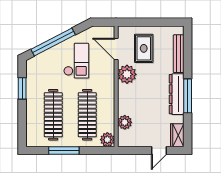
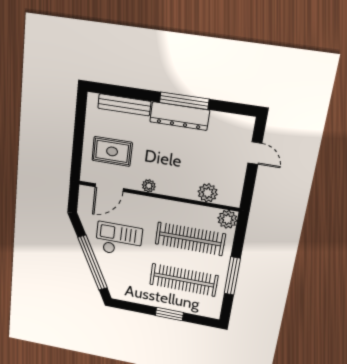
plant: (127, 74) -> (149, 186), width x0.53, depth x0.53
window: (22, 88) -> (169, 314), moved
wardrobe: (177, 135) -> (238, 124), removed

